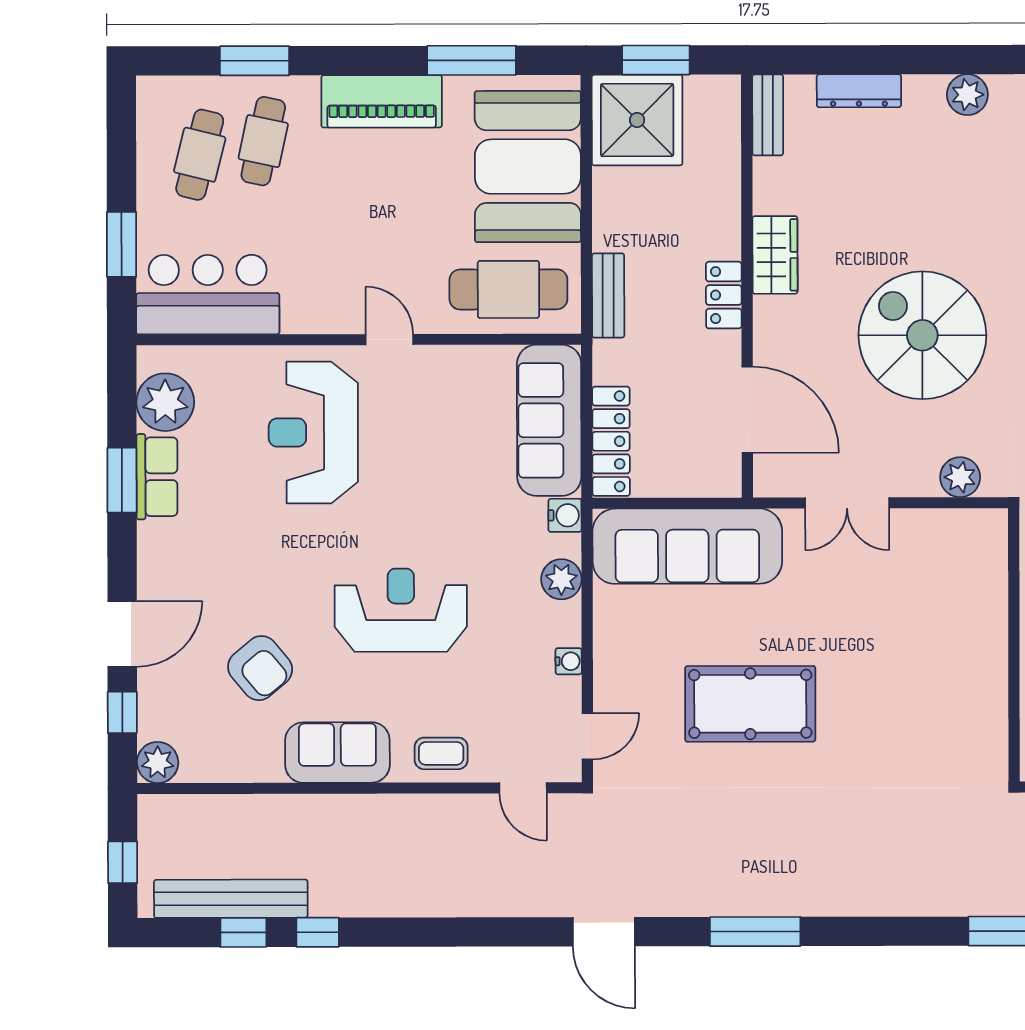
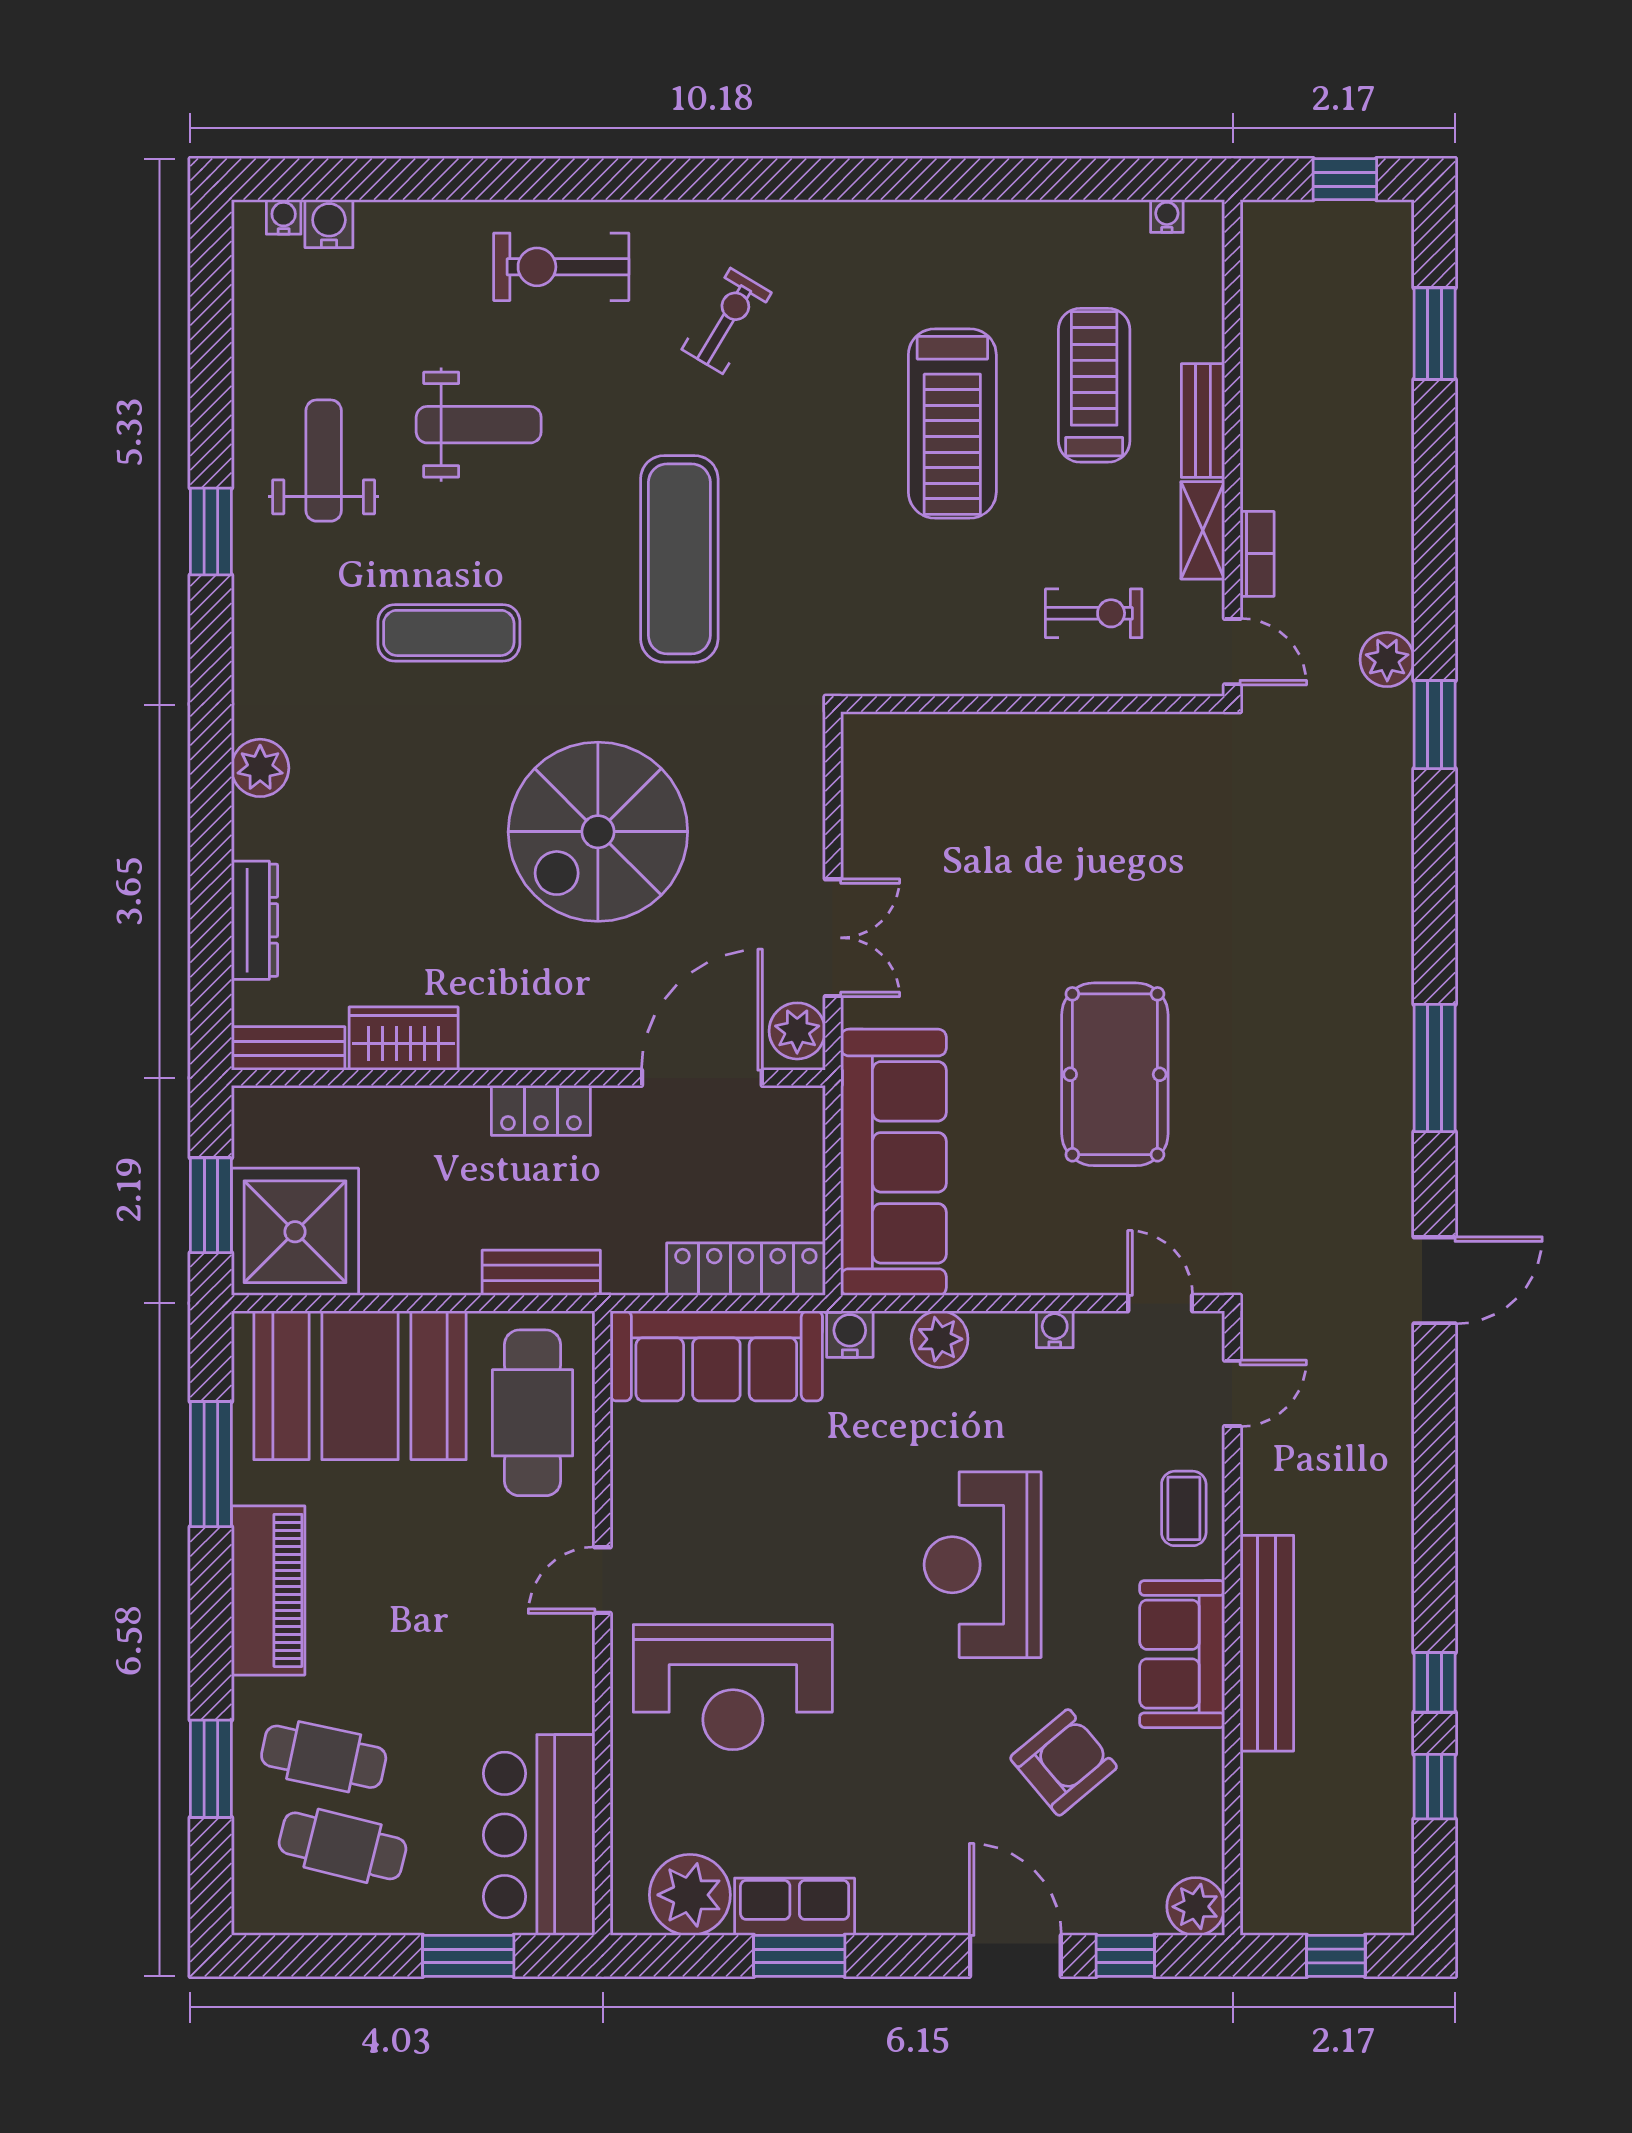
wardrobe: (775, 255) -> (404, 1039), moved
plant: (960, 477) -> (797, 1031), moved
bench: (231, 899) -> (1267, 1643), moved

